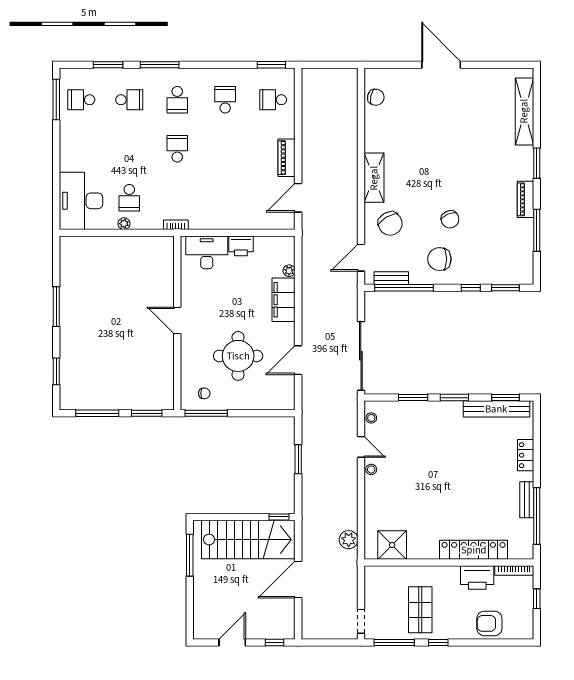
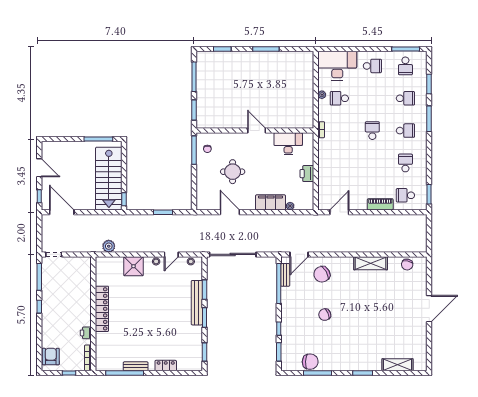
school desk: (81, 100) -> (405, 66), turned 180
school desk: (129, 100) -> (405, 98), turned -90
school desk: (177, 100) -> (405, 131), turned 180
school desk: (225, 100) -> (405, 163), turned -90
school desk: (273, 100) -> (405, 195), turned -90
shelving: (524, 111) -> (398, 365), width x0.68
school desk: (81, 149) -> (372, 66), added
school desk: (177, 149) -> (372, 131), turned -90
piano: (287, 158) -> (380, 204), moved
shelving: (374, 178) -> (371, 263), moved
door: (298, 198) -> (339, 212), hinge flipped
piano: (525, 199) -> (338, 365), removed
desk: (207, 252) -> (288, 144), moved, turned -90
door: (361, 258) -> (299, 254), swing flipped
chair: (439, 259) -> (310, 362), moved, turned 93
door: (177, 321) -> (257, 131), hinge flipped
round table: (238, 356) -> (233, 172), width x0.73, depth x0.73
bench: (496, 409) -> (197, 303), moved
shower: (392, 545) -> (134, 266), moved
locker: (474, 550) -> (102, 309), moved
printer: (477, 577) -> (86, 333), width x0.53, depth x0.68
door: (298, 580) -> (62, 212), moved
shop shelf: (420, 610) -> (61, 294), removed
armchair: (489, 623) -> (51, 357), moved

